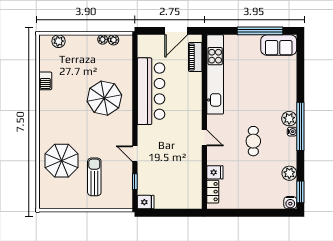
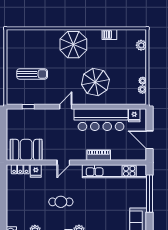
window: (260, 31) -> (149, 194), moved
piano: (195, 57) -> (99, 155), moved
door: (135, 154) -> (66, 107), moved
parasol: (62, 161) -> (73, 45), moved
booth: (189, 184) -> (26, 150), added
fridge: (146, 202) -> (134, 115), moved

